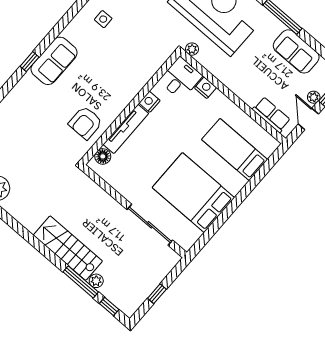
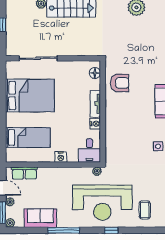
nightstand: (205, 88) -> (61, 157), moved
armchair: (85, 123) -> (120, 83), turned 90
tv unit: (126, 129) -> (95, 104), width x0.71

